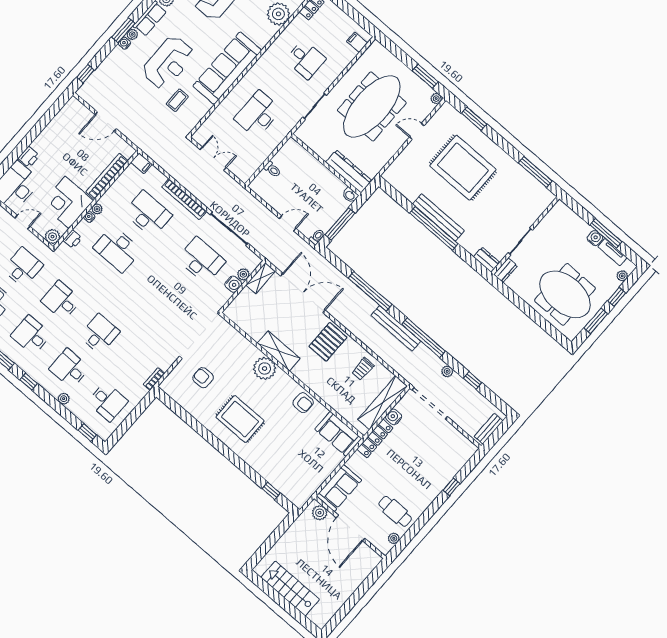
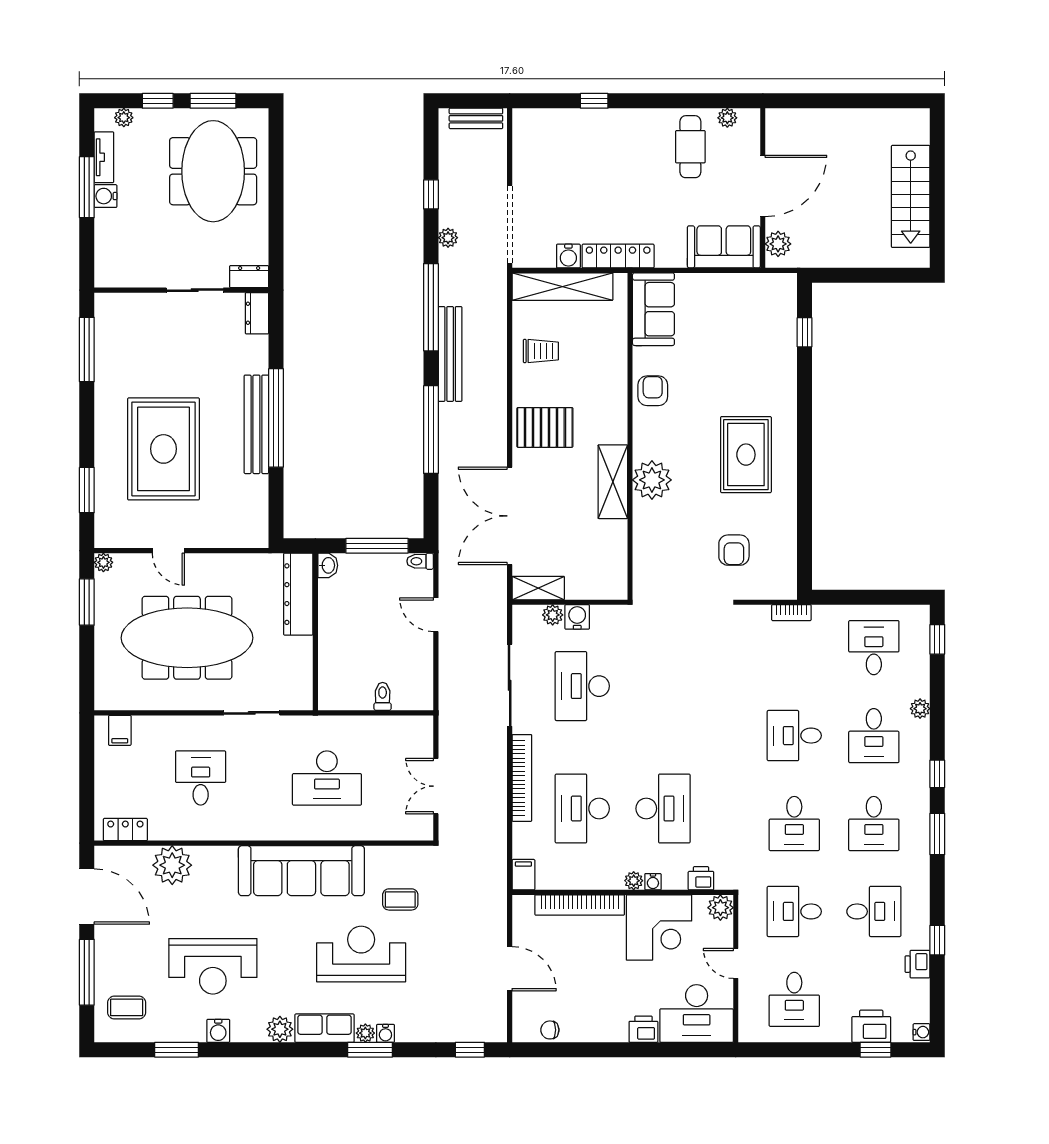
chair: (64, 116) -> (550, 1030), added

